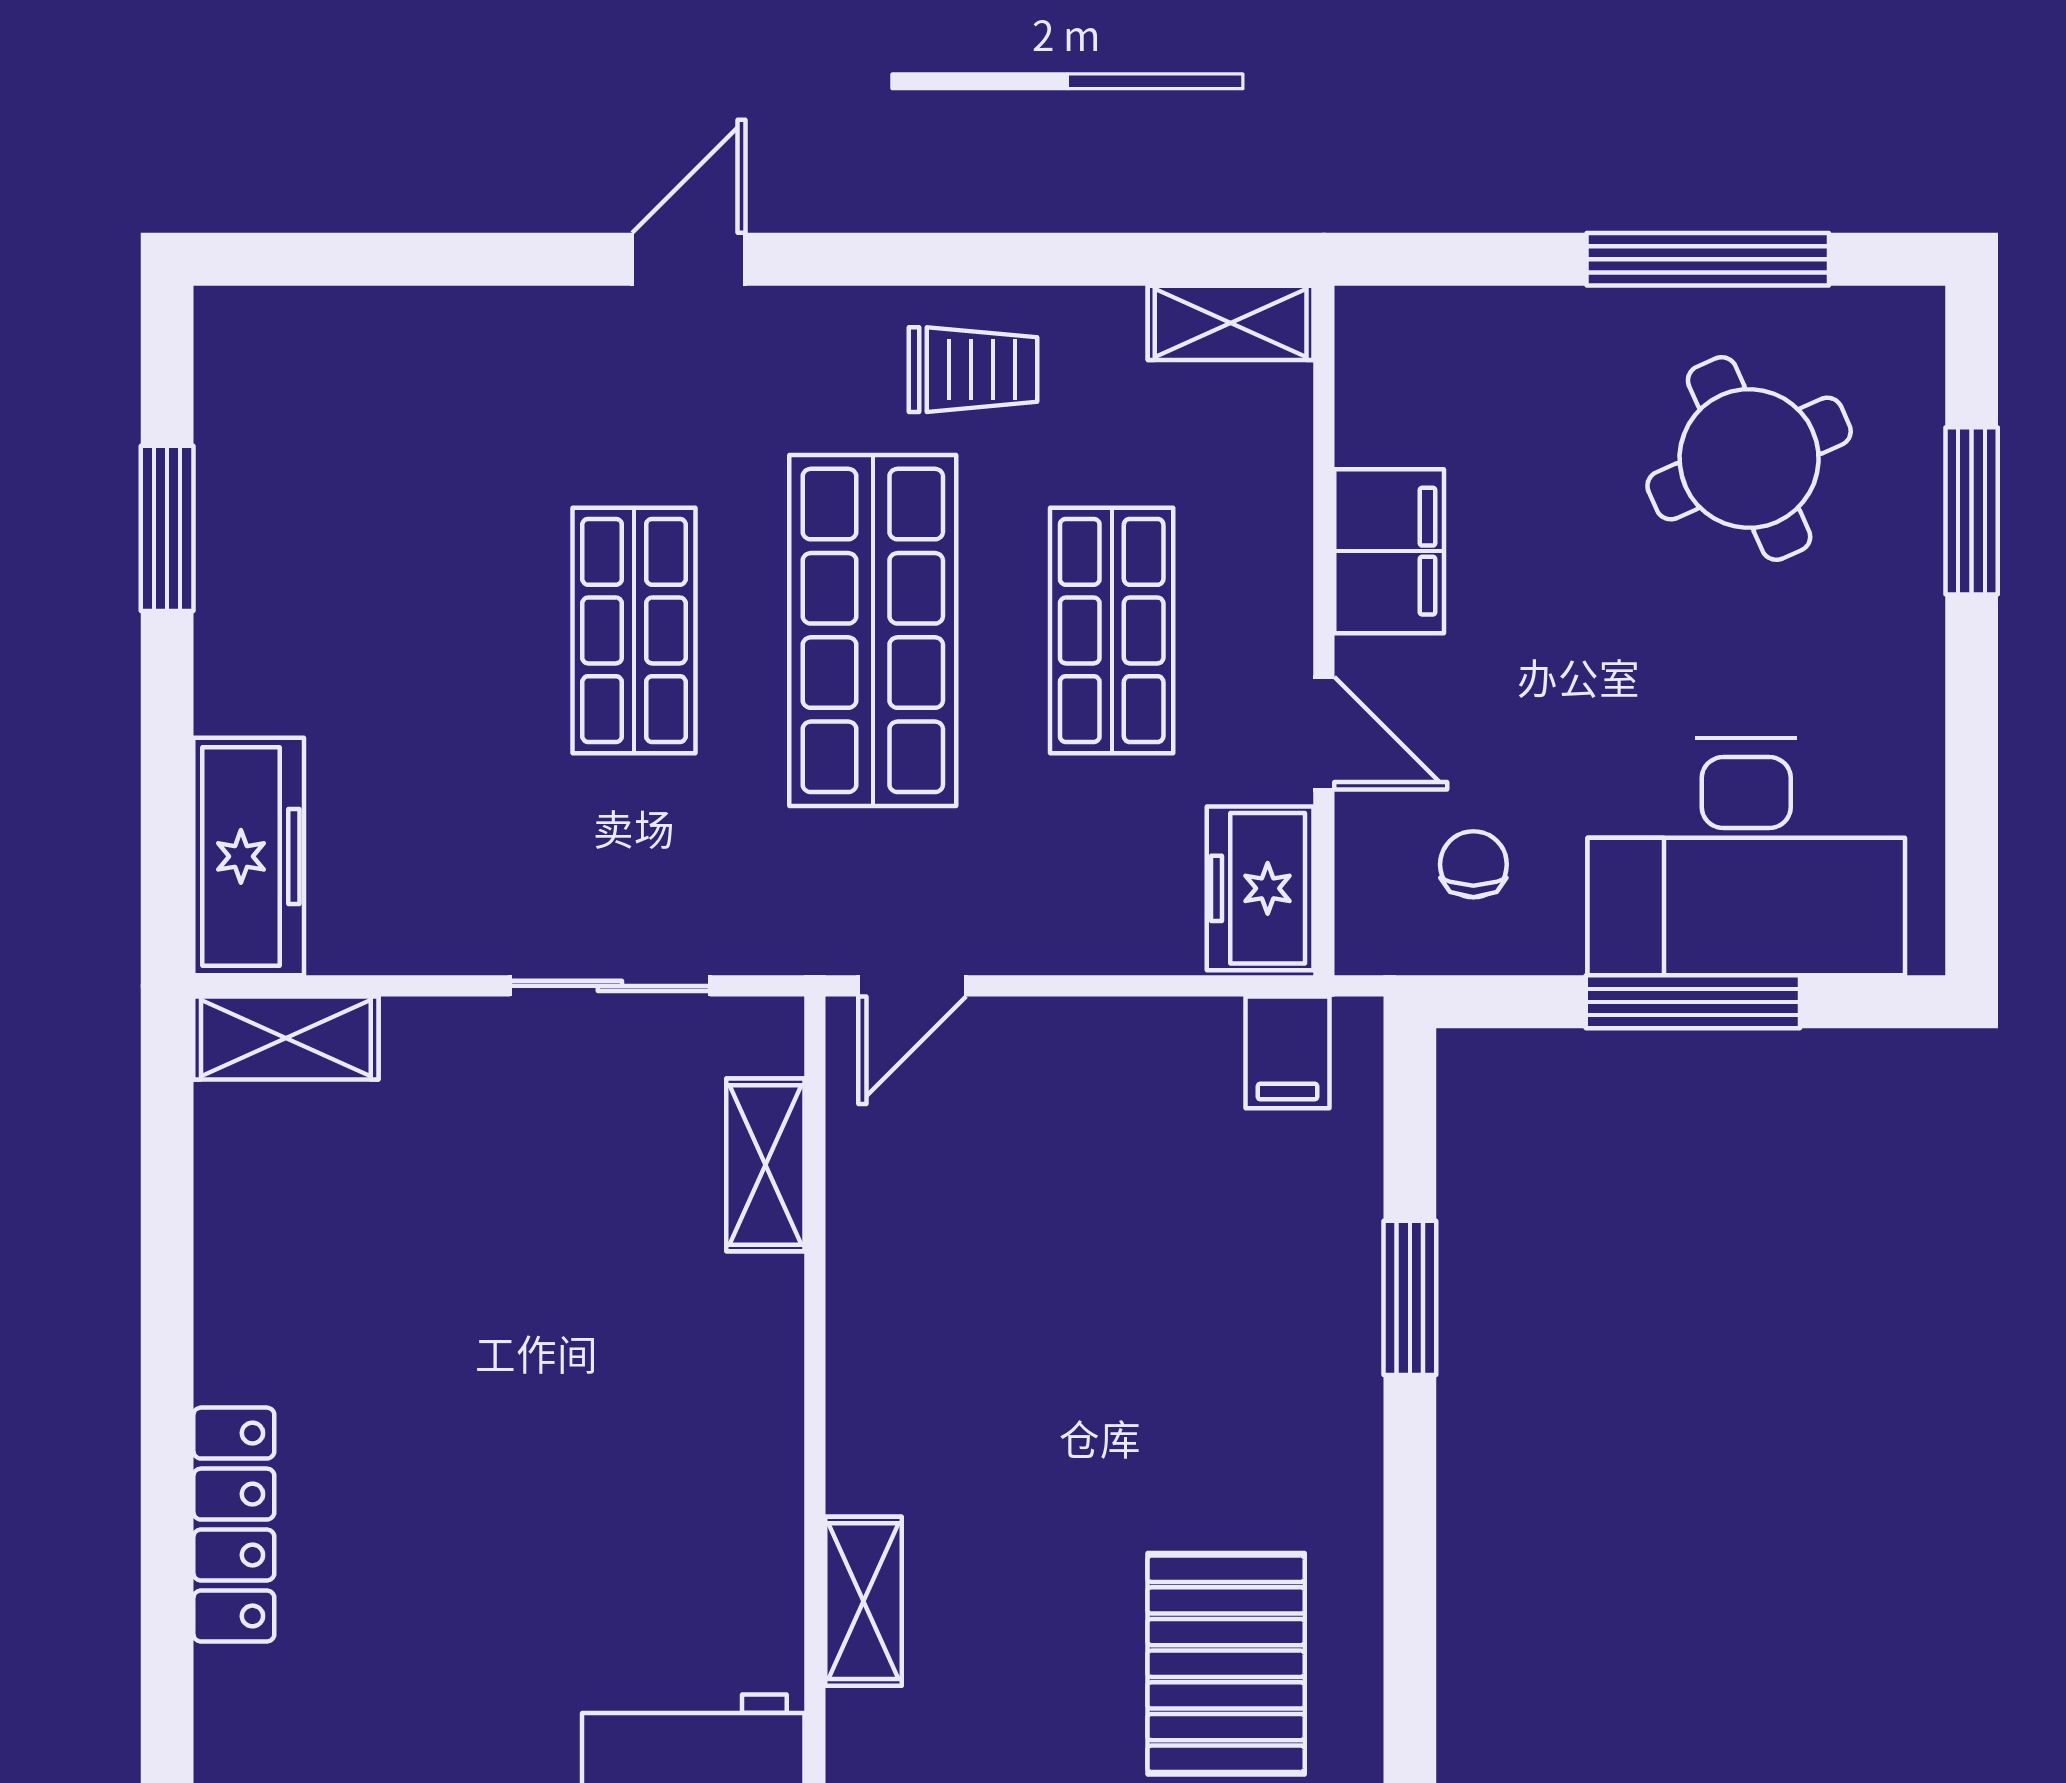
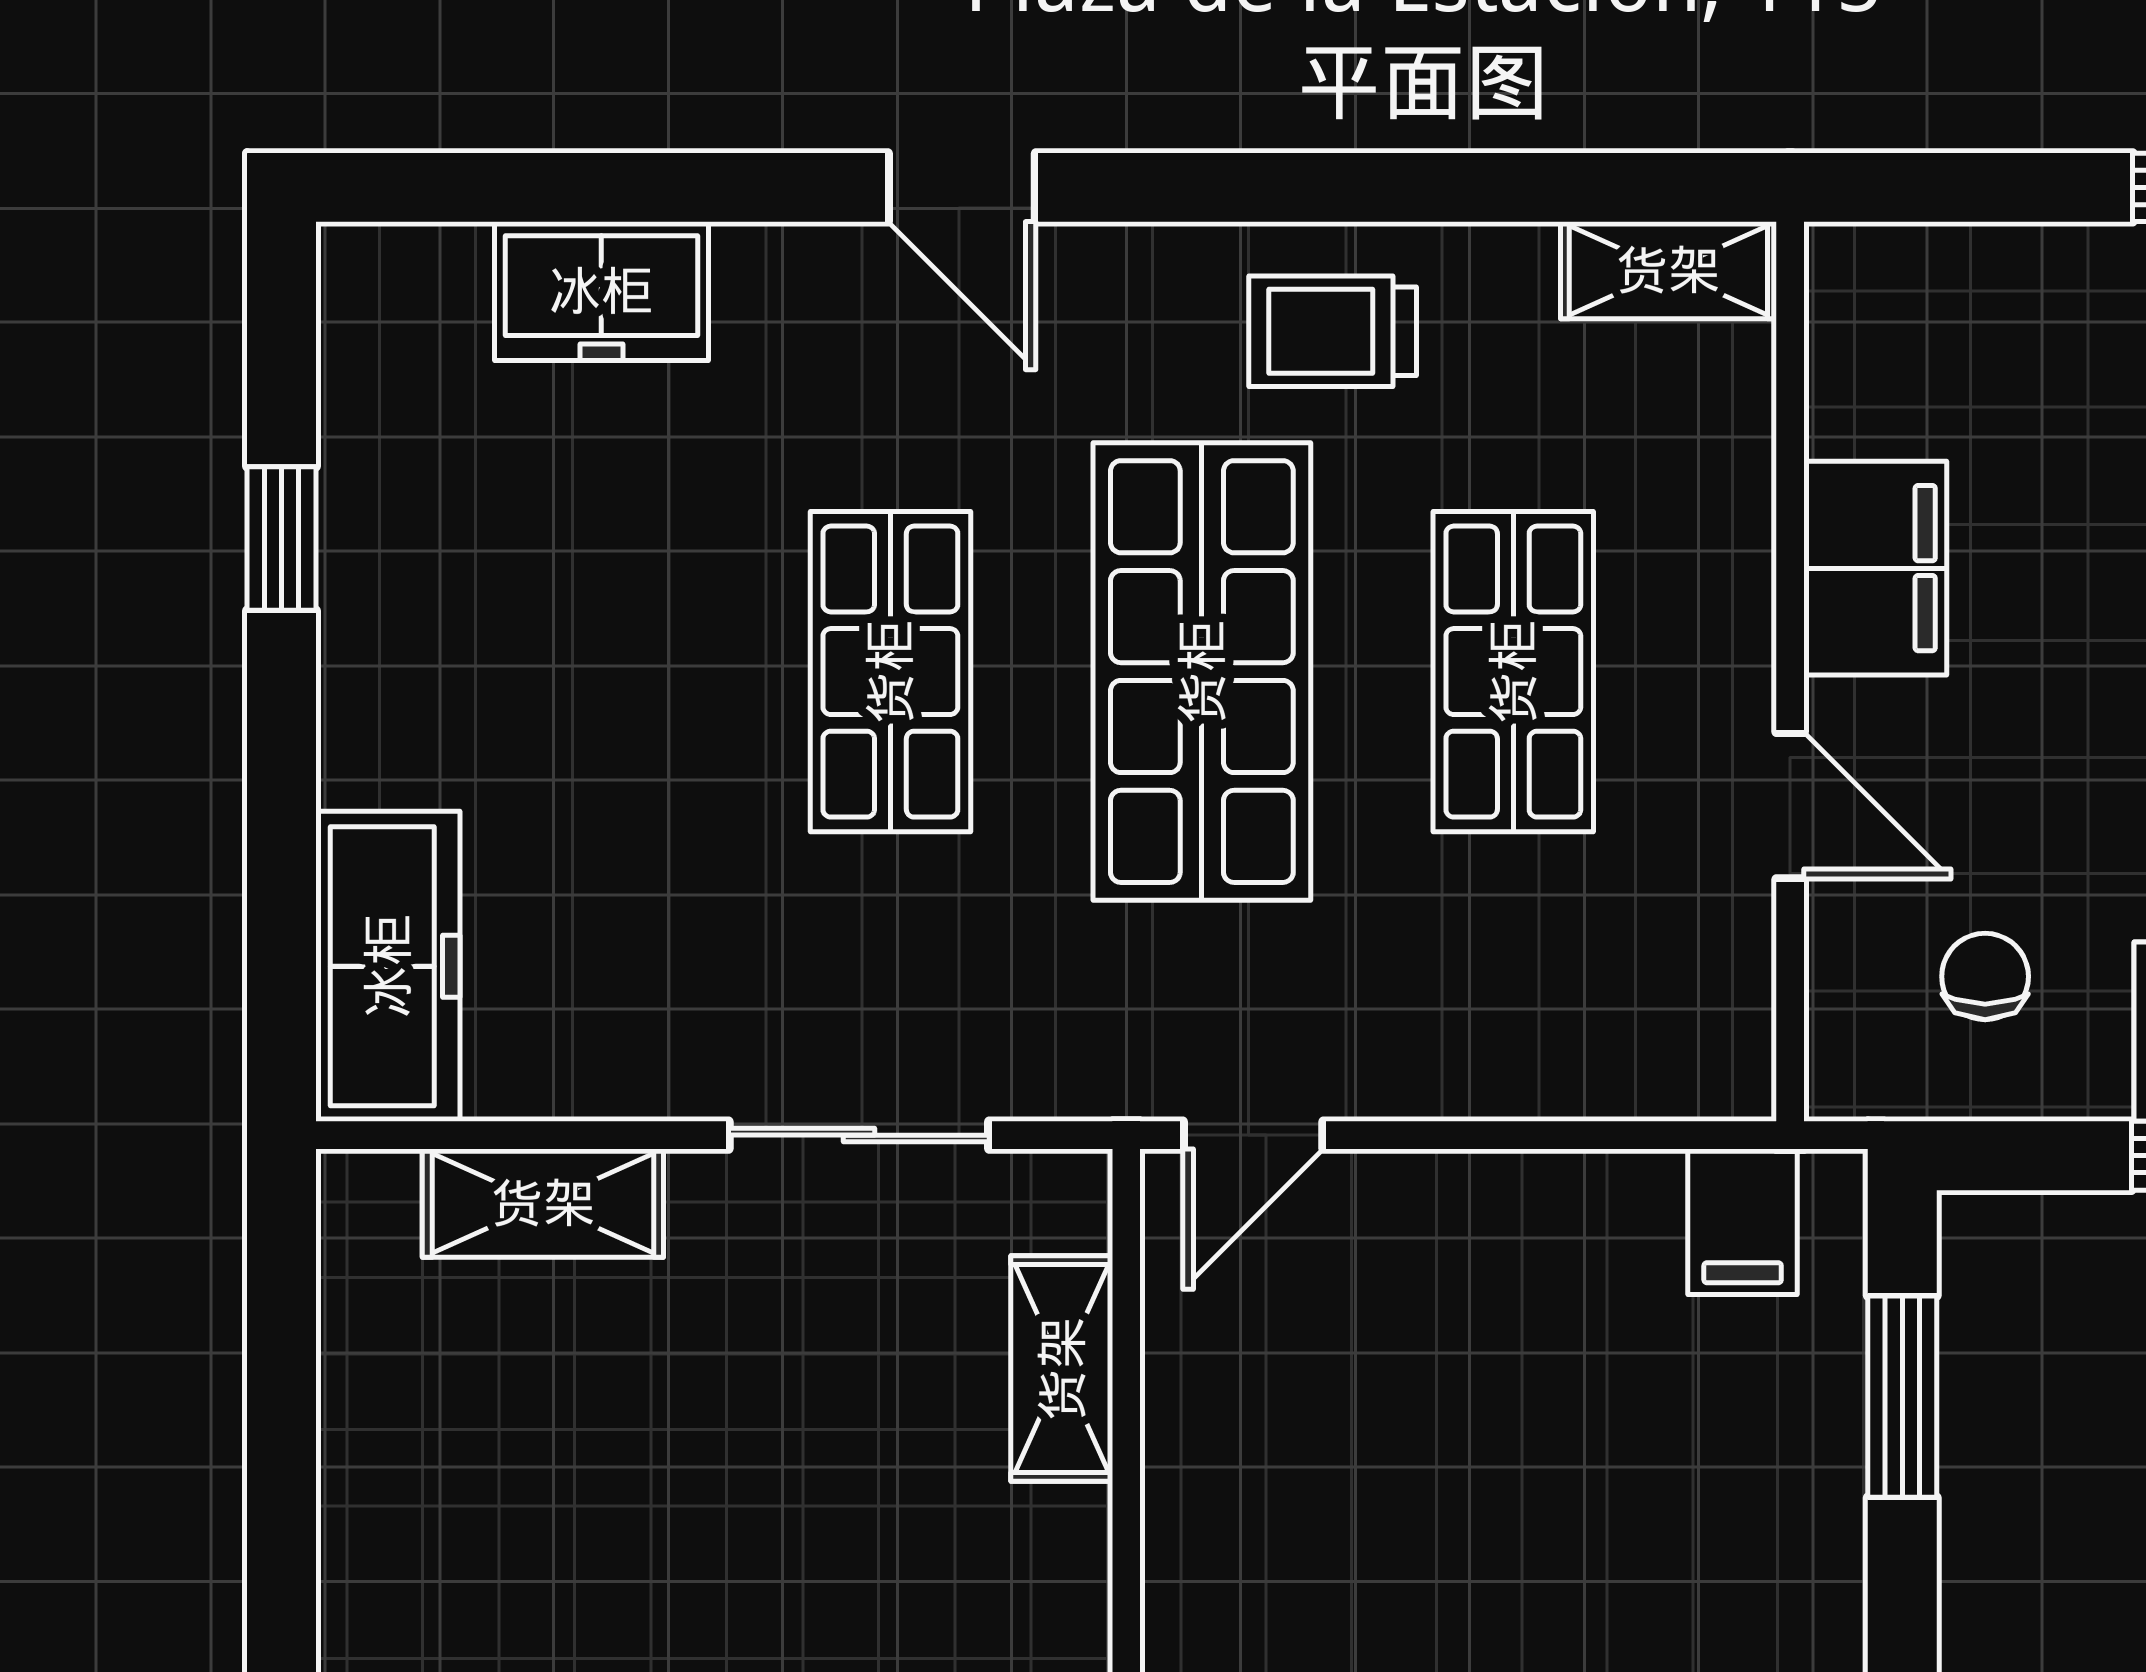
door: (689, 259) -> (962, 187), swing flipped
trolley: (973, 370) -> (1333, 331), turned 180
window: (167, 528) -> (282, 538), width x0.67
freezer: (1260, 888) -> (601, 291), moved, turned -90
shelving: (286, 1038) -> (543, 1203), moved
window: (1410, 1298) -> (1902, 1397), moved

